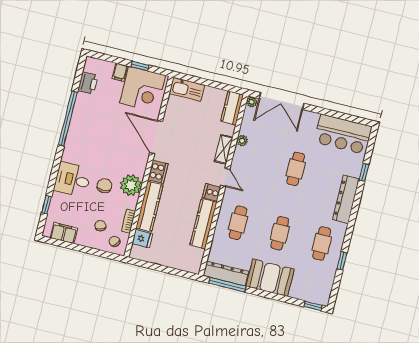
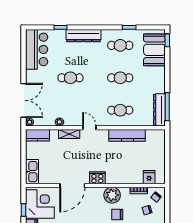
door: (225, 177) -> (89, 128), hinge flipped
cooker: (212, 192) -> (103, 135), removed
kitchen counter: (149, 206) -> (124, 178), removed
booth: (270, 278) -> (154, 50), moved

